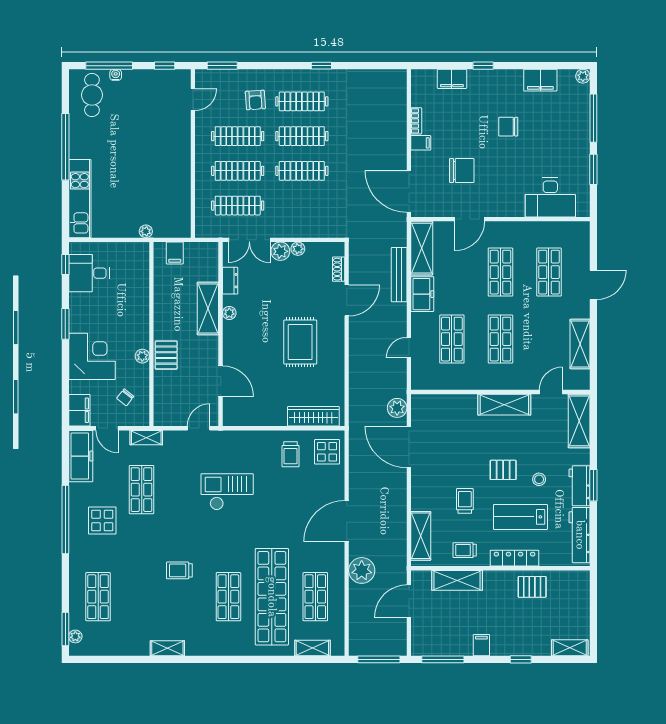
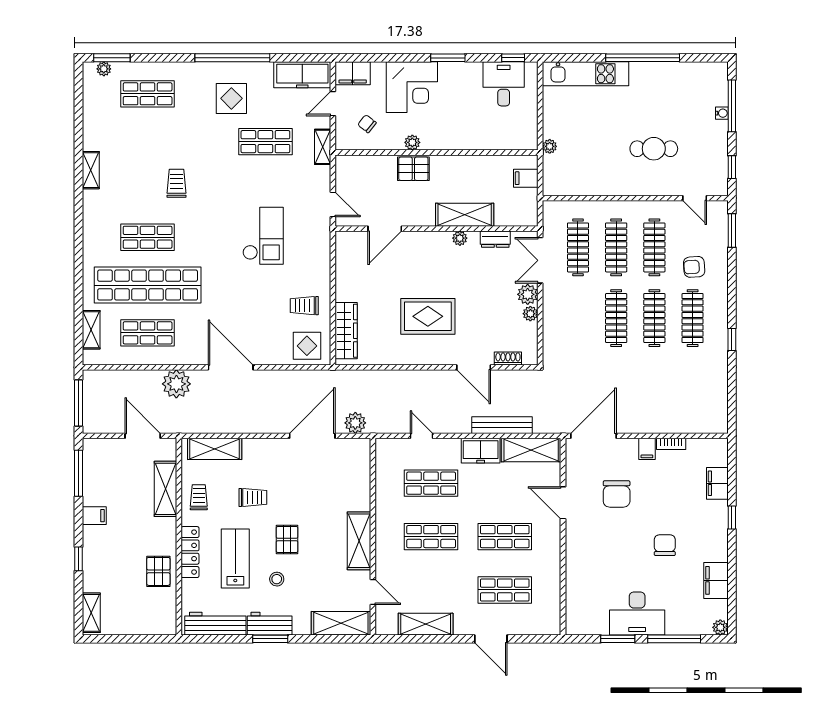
cafe table: (92, 95) -> (654, 149), moved
desk: (550, 197) -> (637, 613), moved, turned -90

